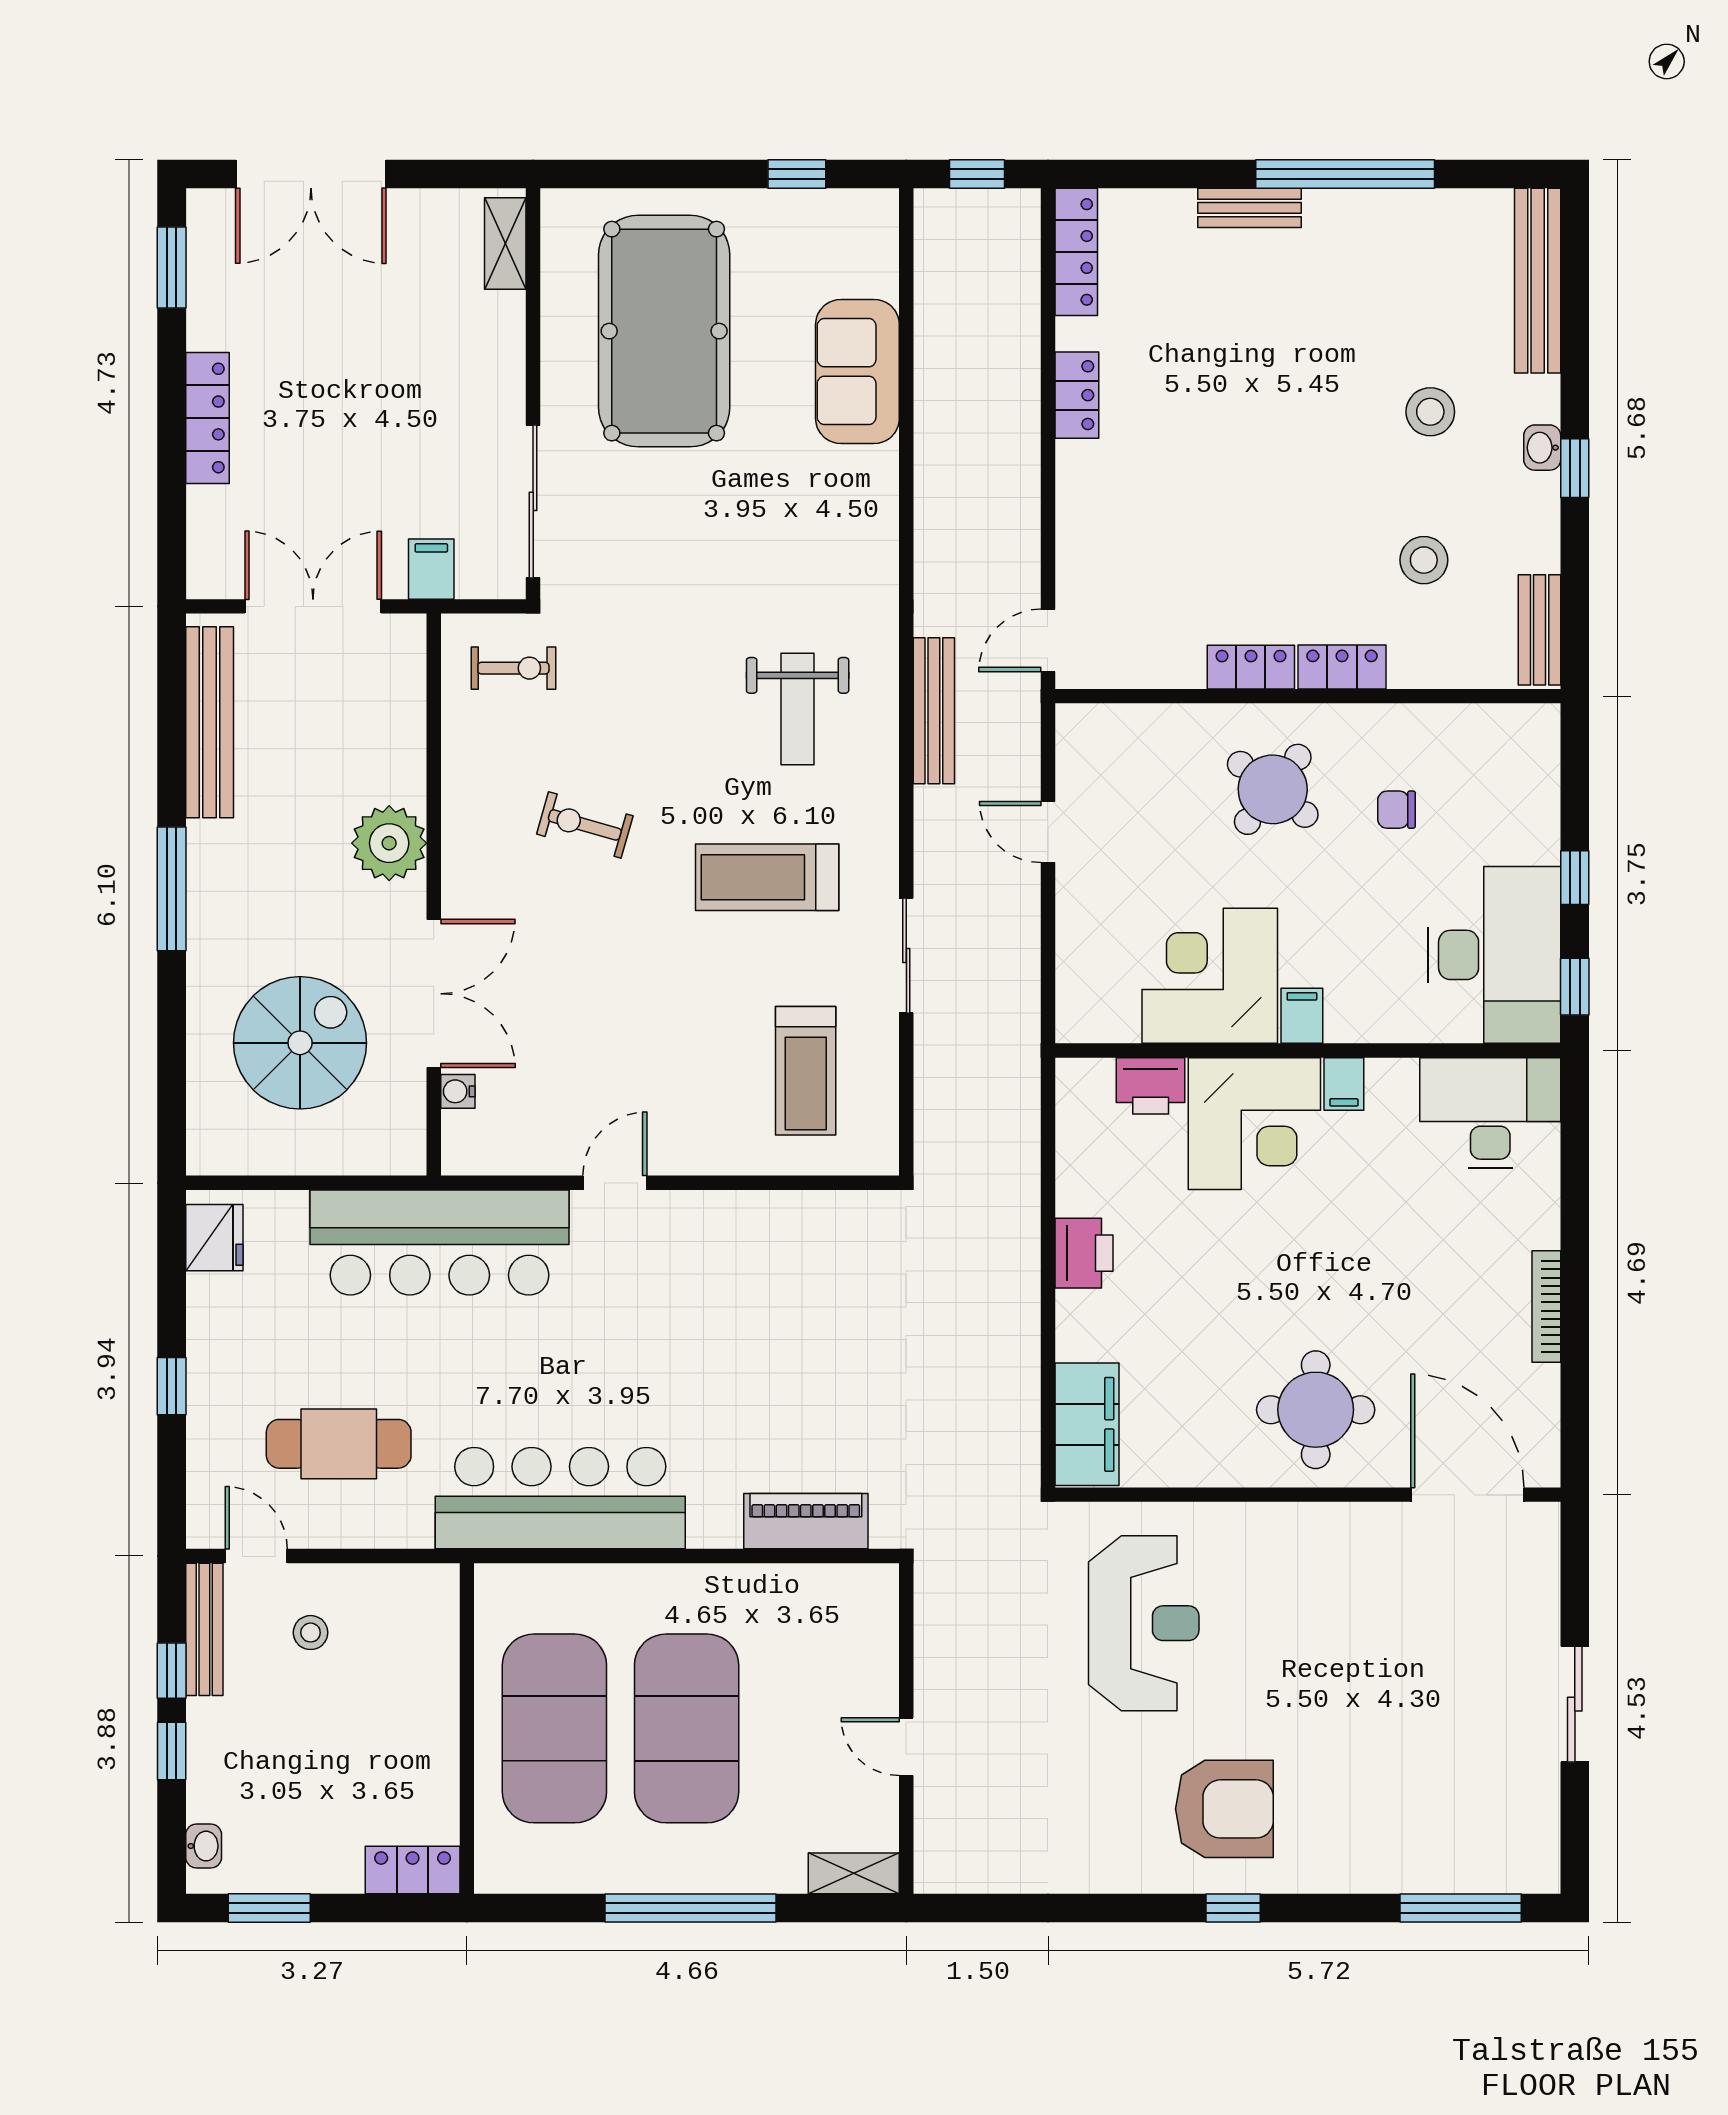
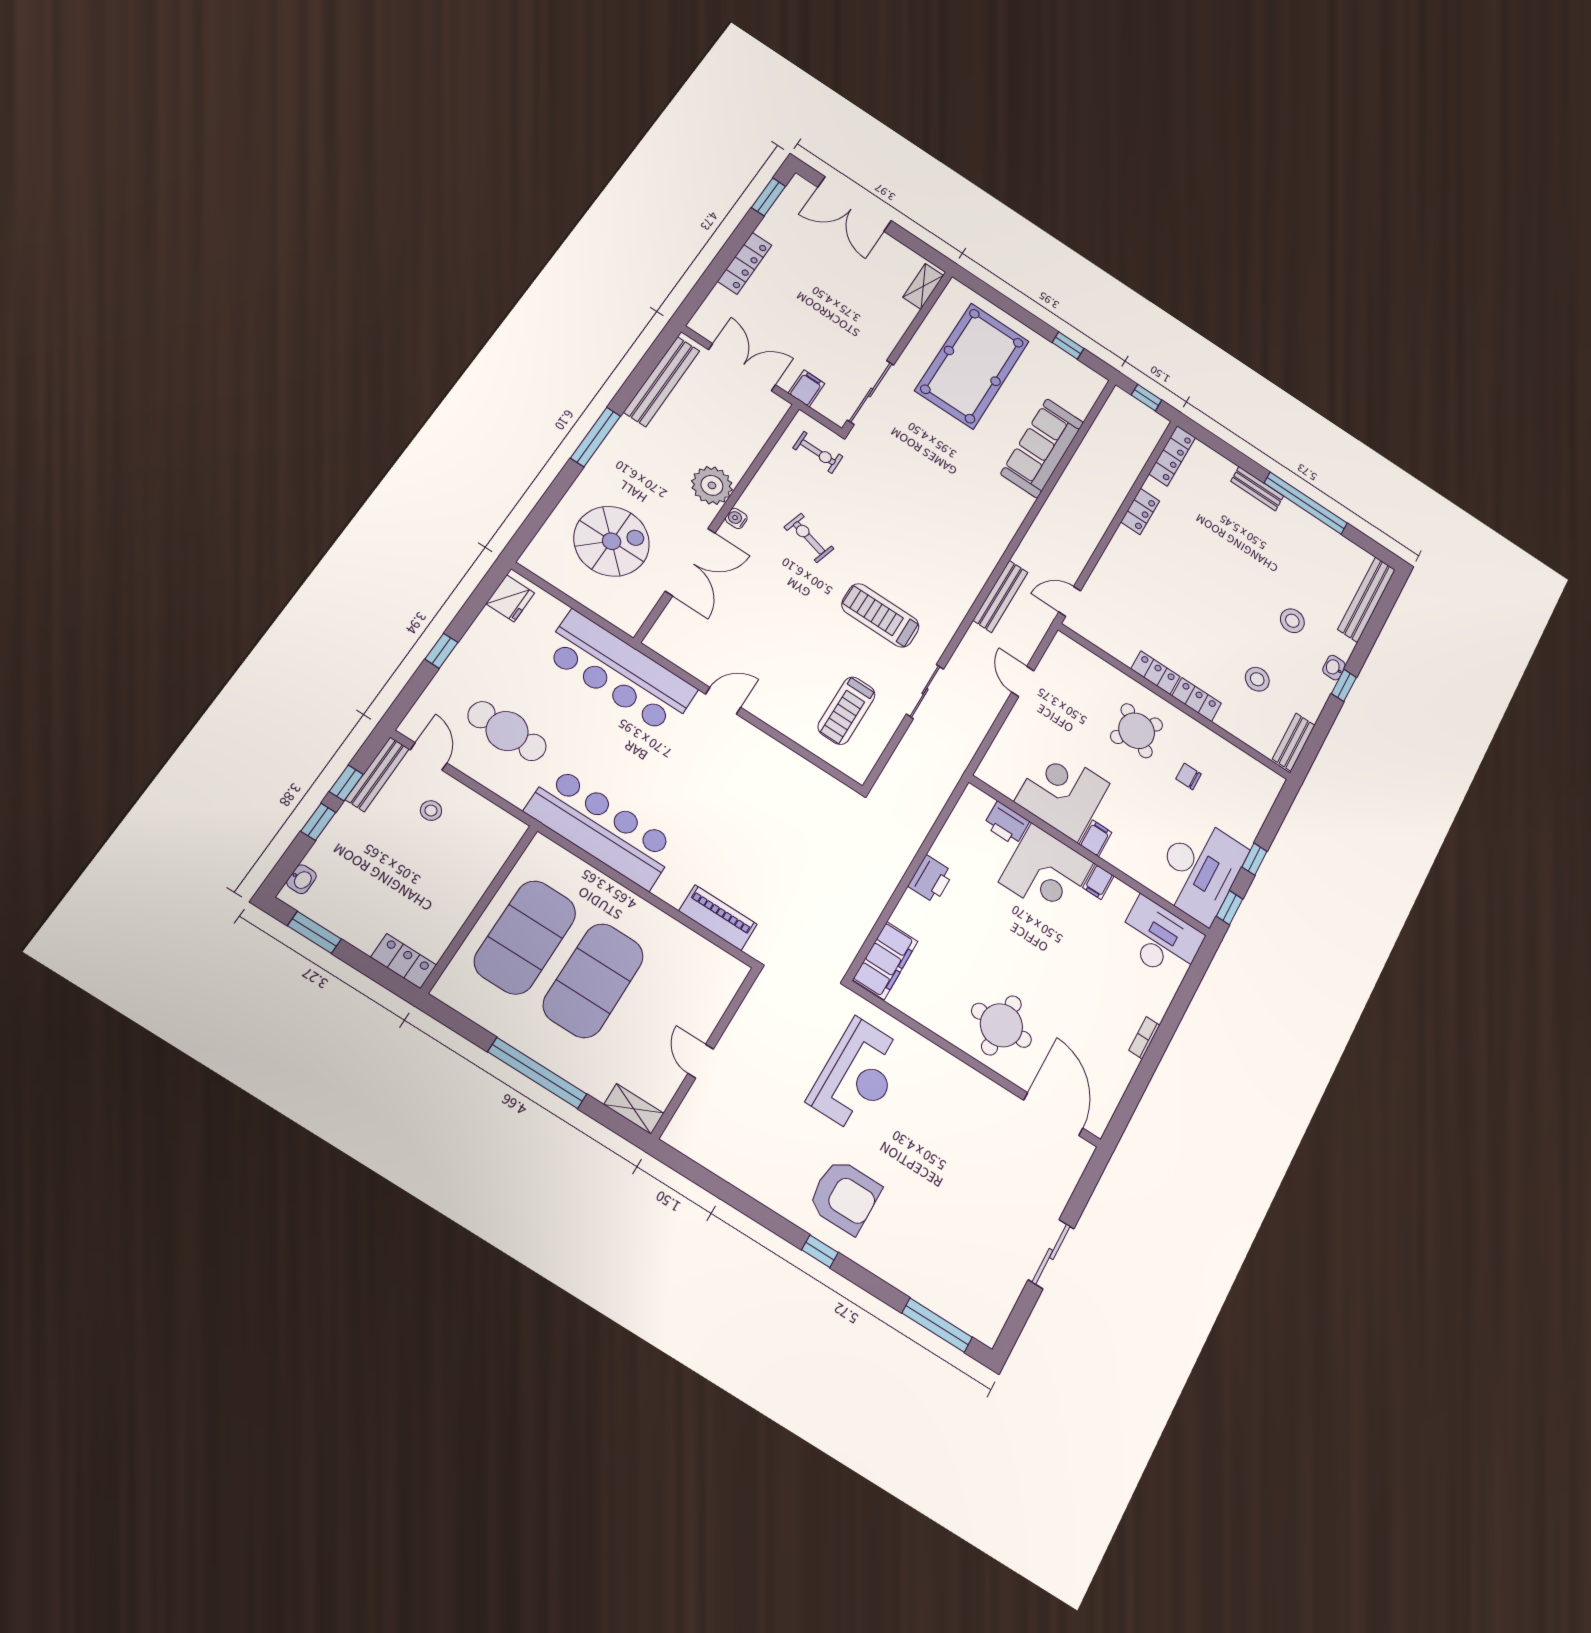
sofa: (857, 371) -> (1042, 448), width x1.36
weight bench: (798, 709) -> (938, 555), removed
water cooler: (458, 1091) -> (736, 518), moved
bookcase: (1546, 1307) -> (1144, 1038), width x0.64

